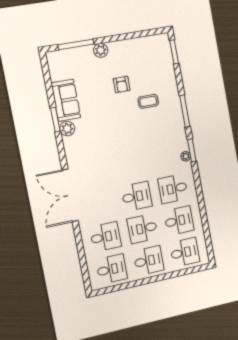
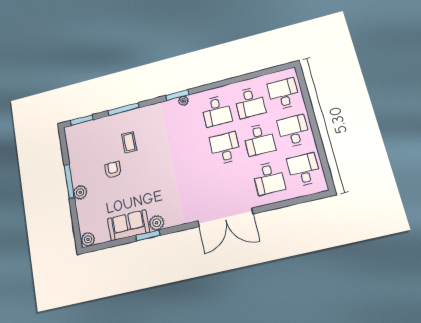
window: (76, 44) -> (69, 181), moved
plant: (53, 59) -> (88, 239), added
armchair: (122, 85) -> (113, 170), turned -90
window: (185, 111) -> (123, 109), moved
desk: (179, 221) -> (250, 103), turned 180
desk: (105, 237) -> (269, 178), turned 180

